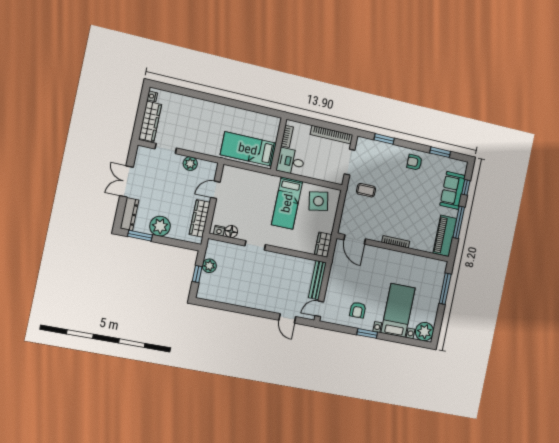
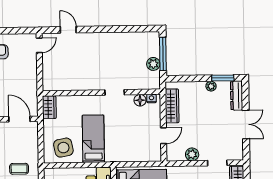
plant: (160, 226) -> (211, 86), width x0.53, depth x0.53
window: (197, 274) -> (163, 54), width x2.17
bench: (317, 280) -> (47, 72), removed

